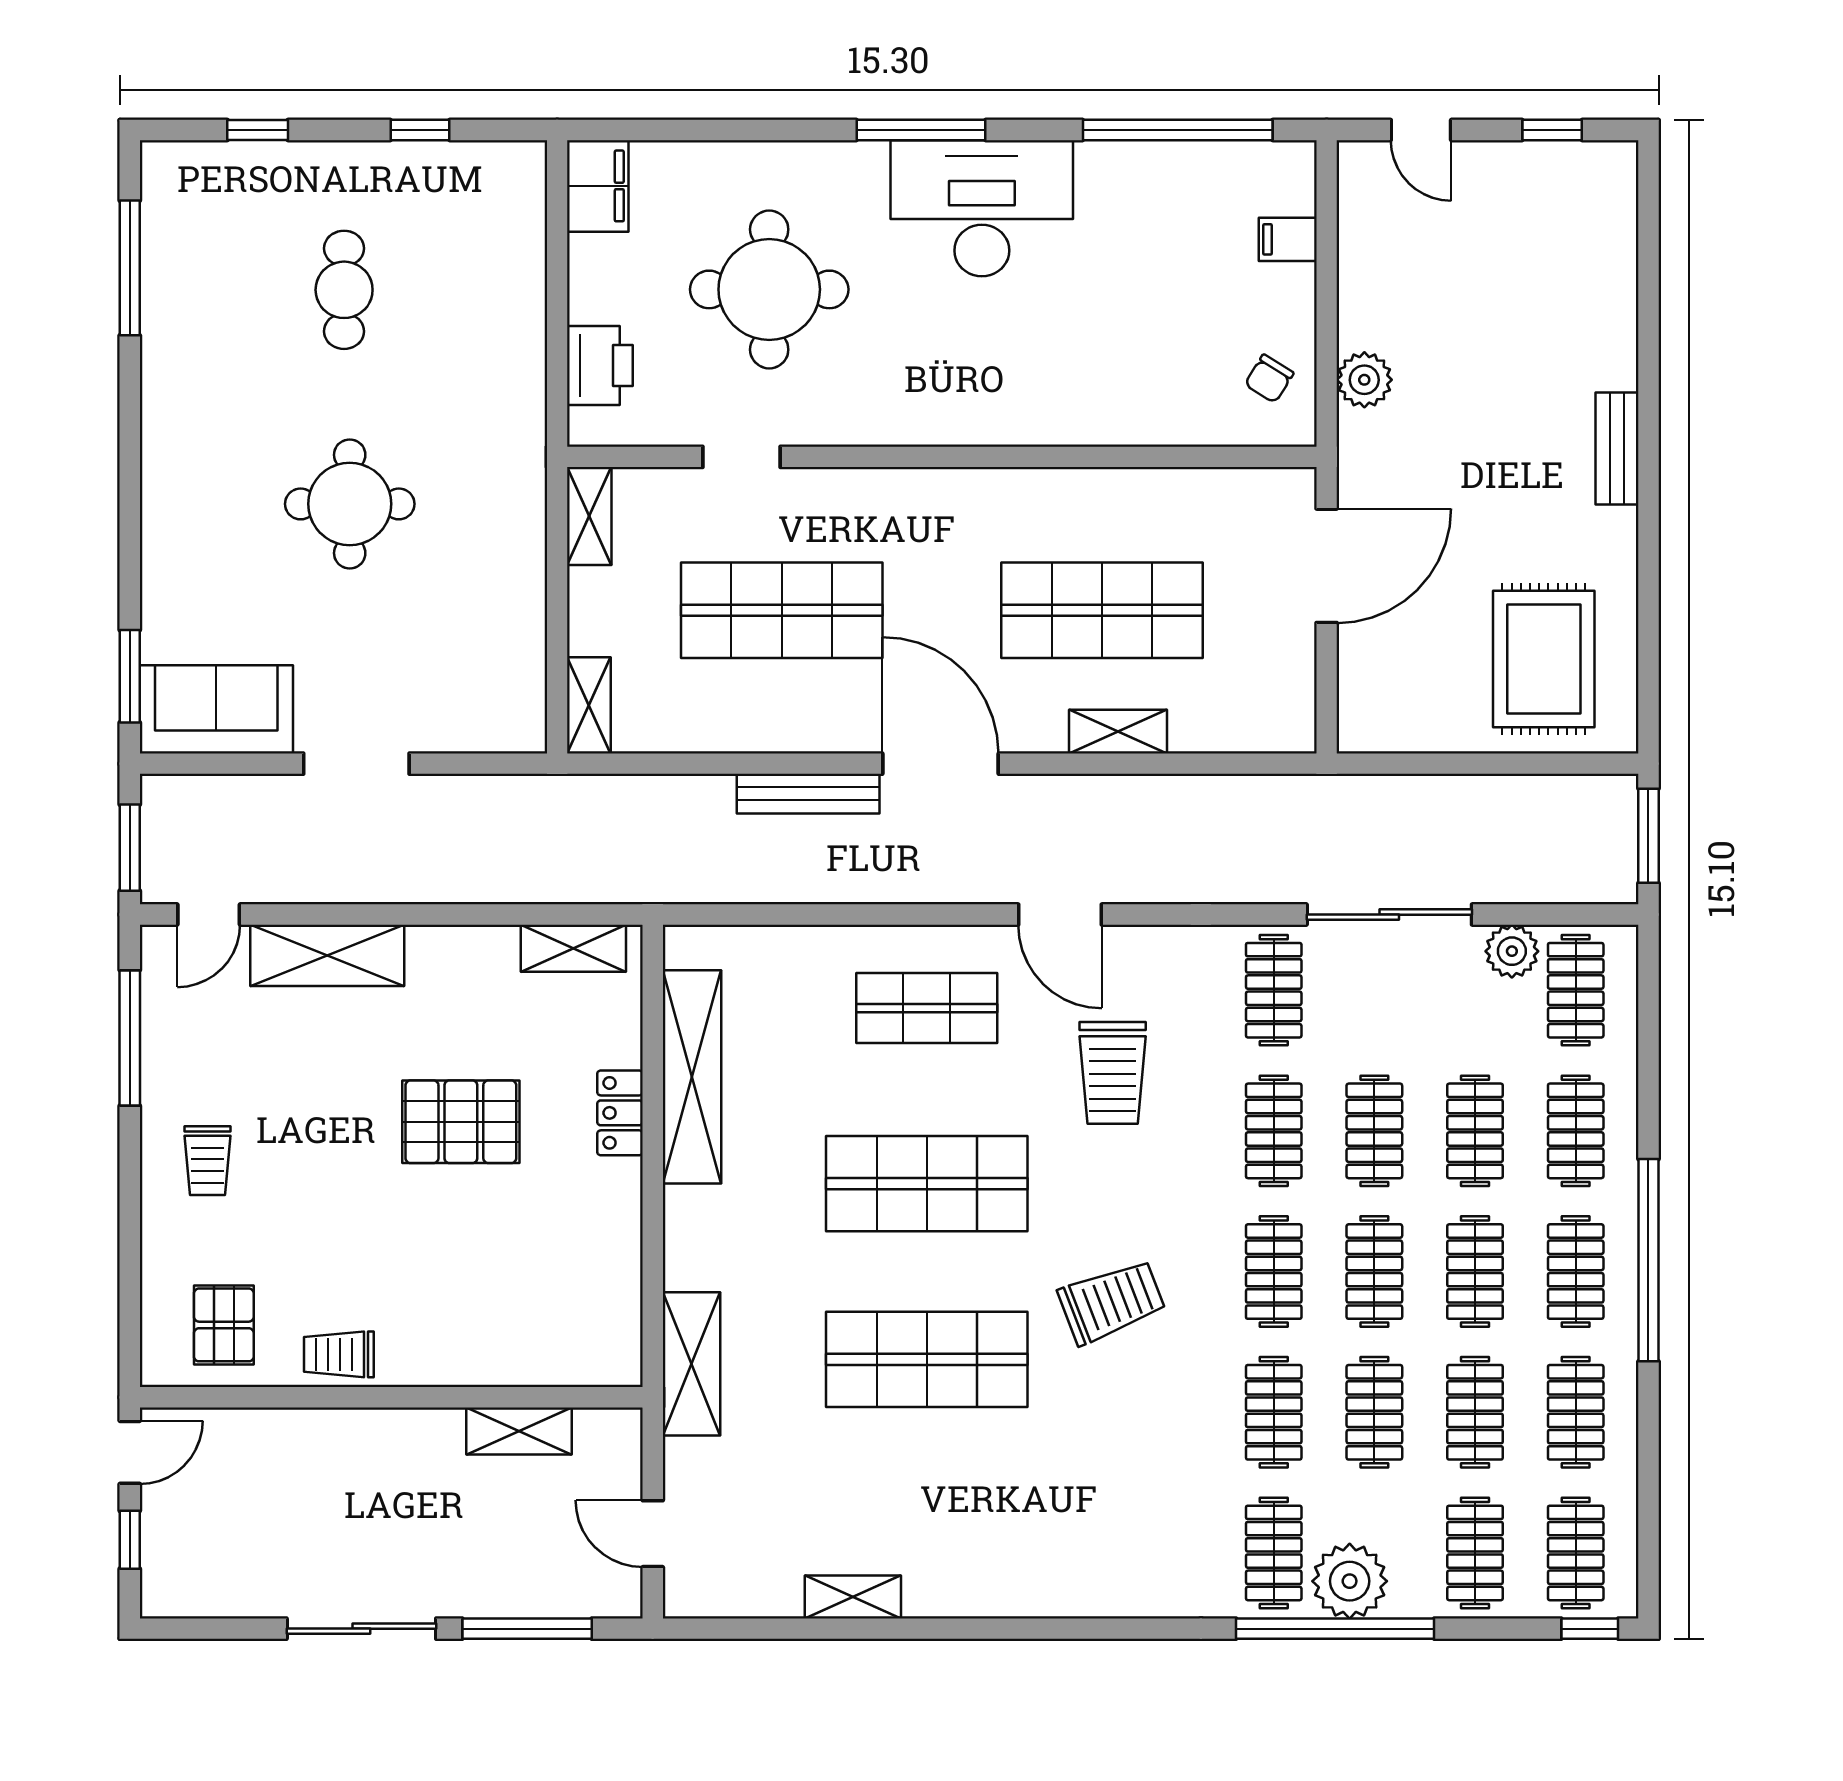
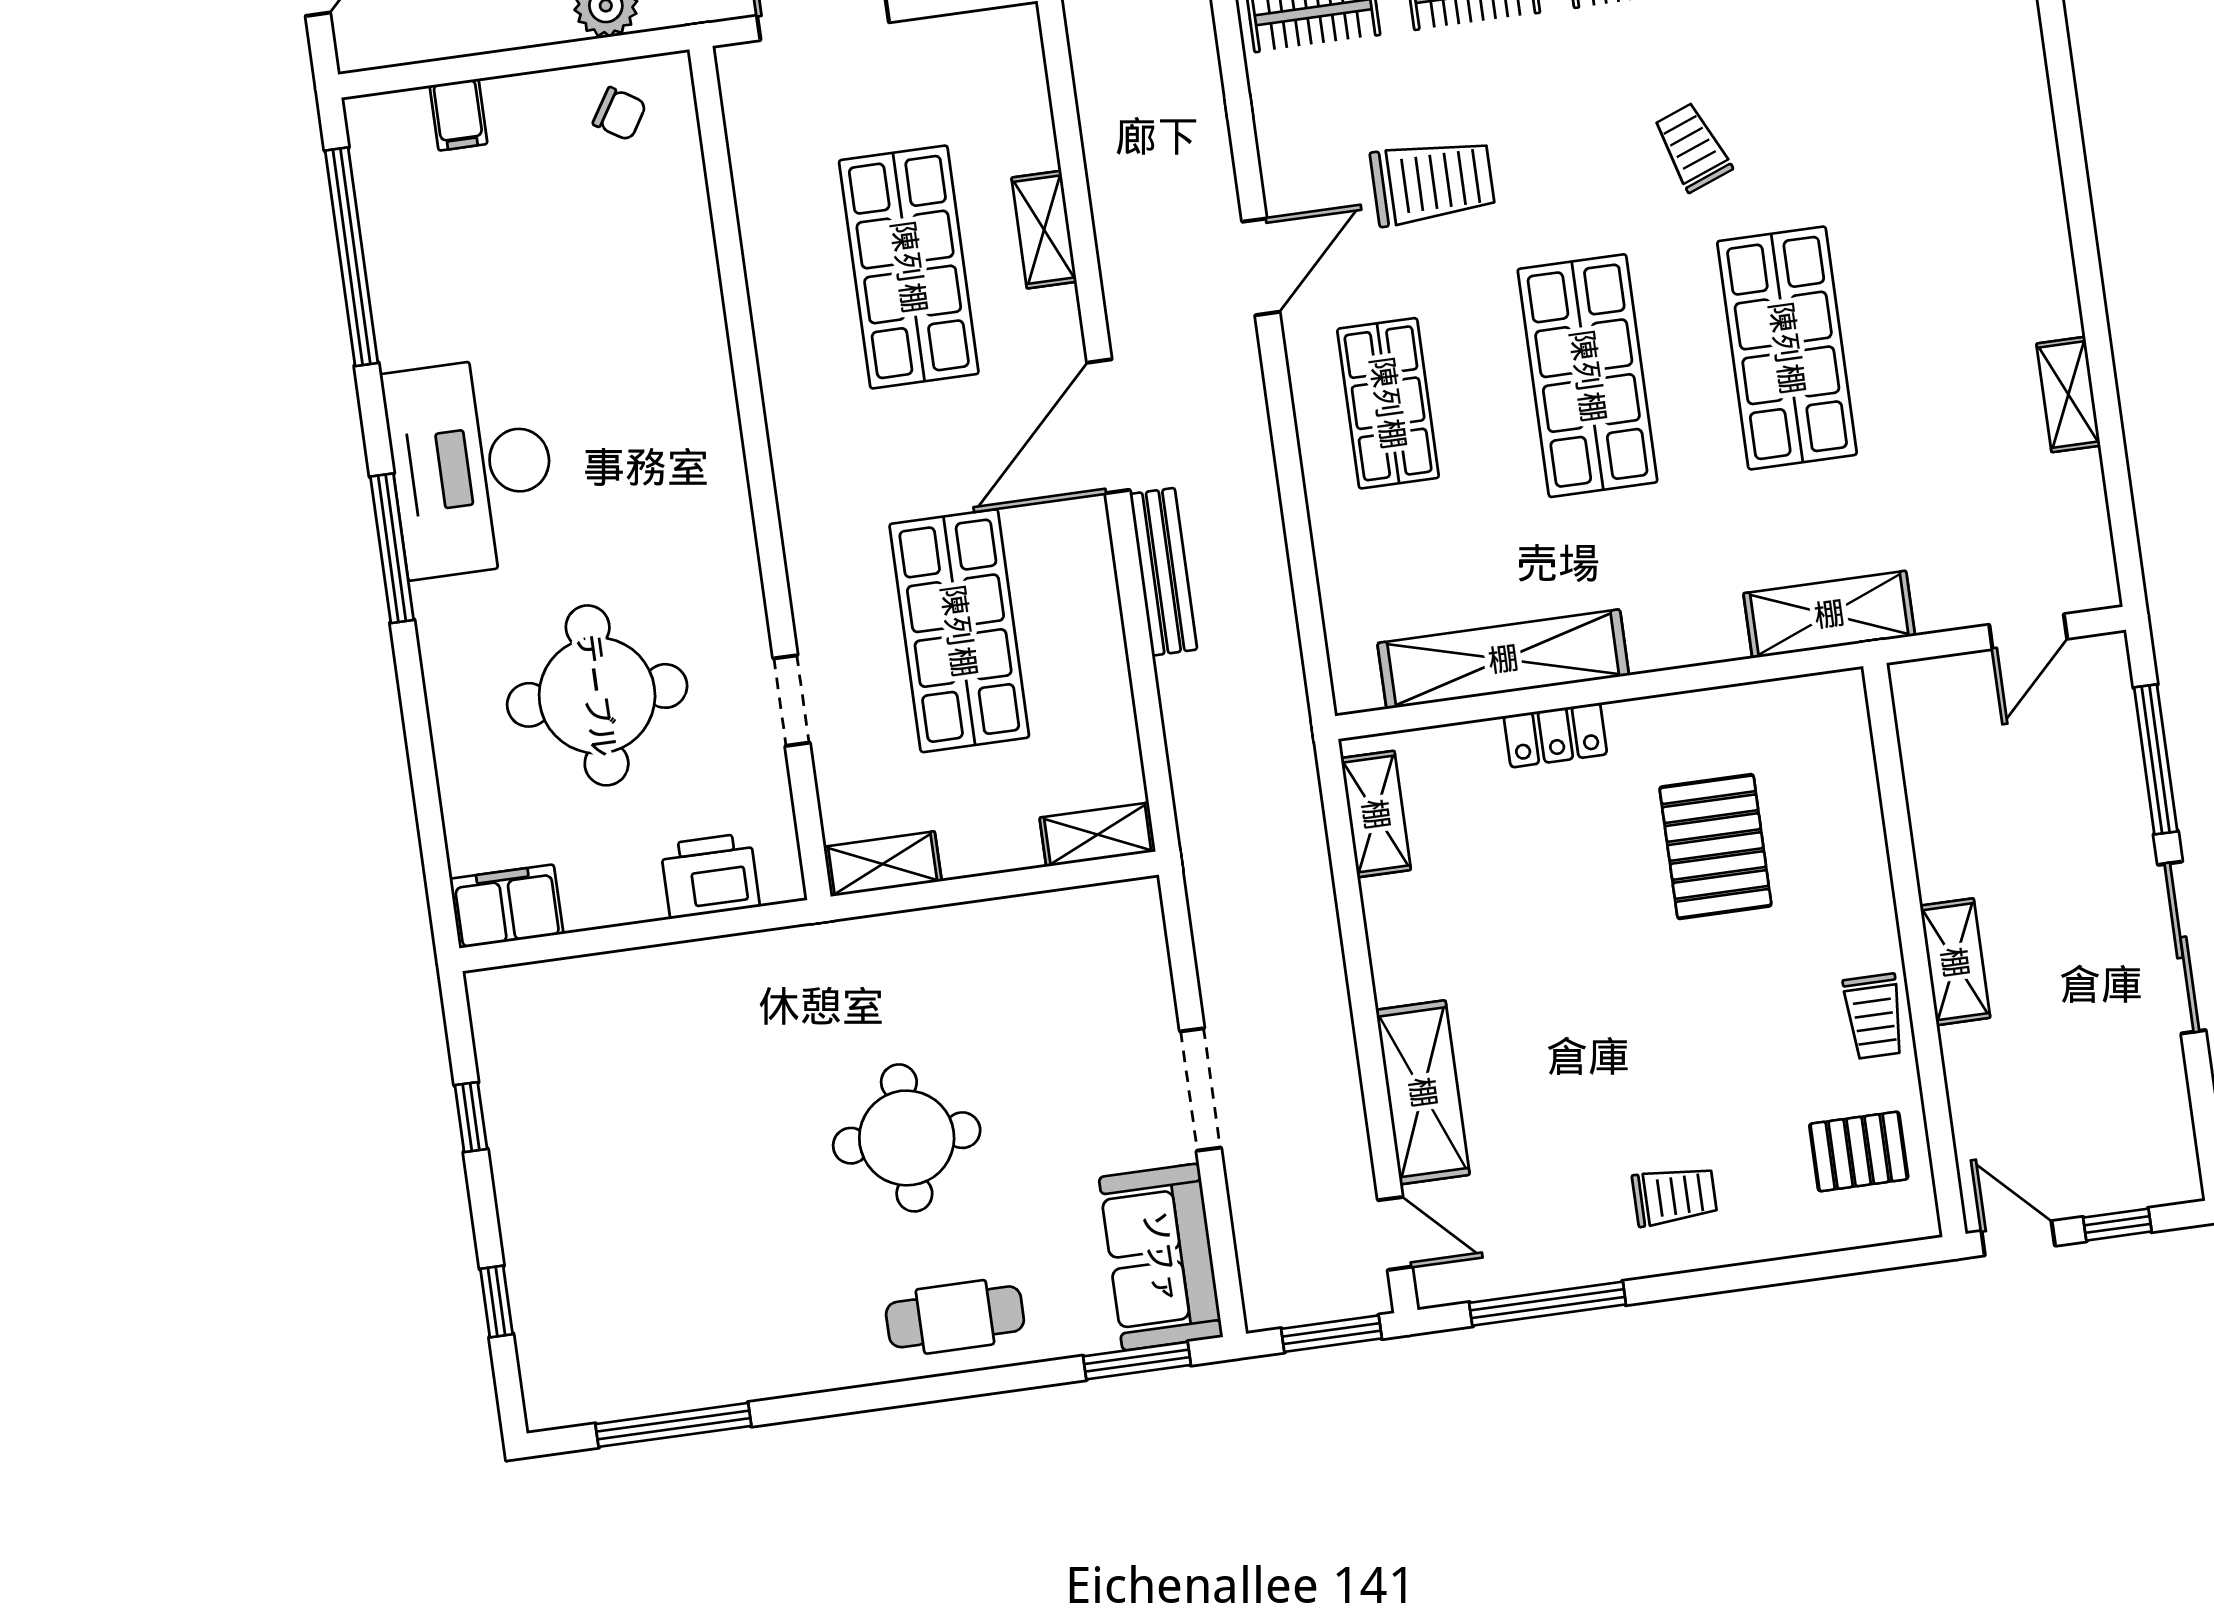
cafe table: (344, 290) -> (955, 1317), moved
pallet: (461, 1122) -> (1715, 847), moved
trolley: (1112, 1302) -> (1692, 147), width x0.73, depth x0.72
shelving: (519, 1431) -> (1955, 962), moved

